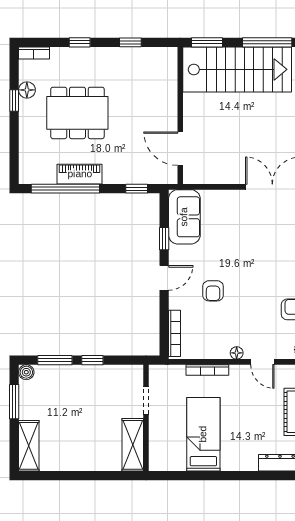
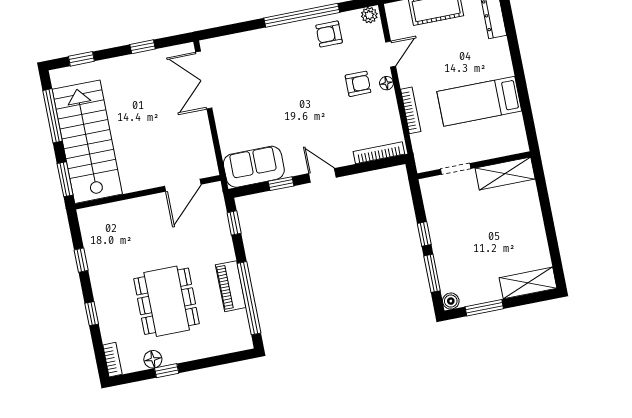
armchair: (213, 291) -> (358, 84), moved

